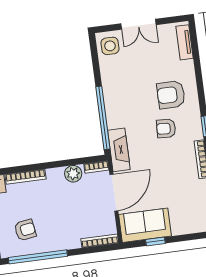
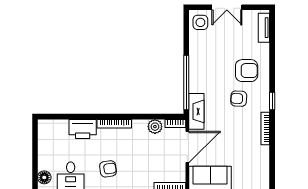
armchair: (171, 95) -> (247, 71), turned 180

